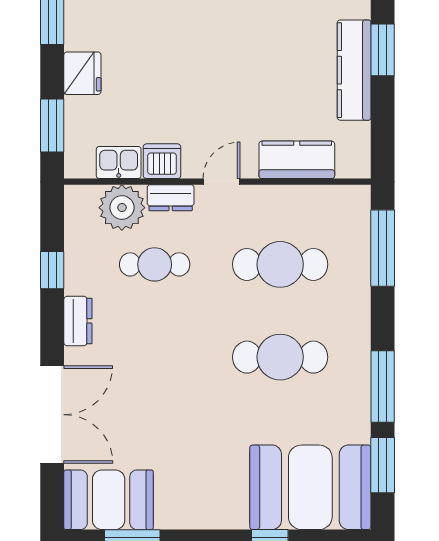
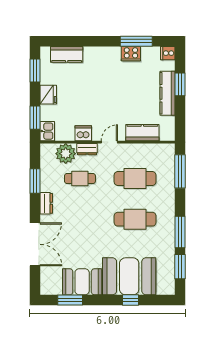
kitchen sink: (119, 162) -> (47, 131), moved, turned 90
window: (52, 270) -> (35, 181), width x1.50
booth: (310, 487) -> (129, 276), moved
booth: (109, 500) -> (82, 282), moved

